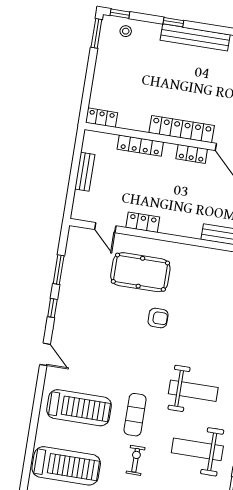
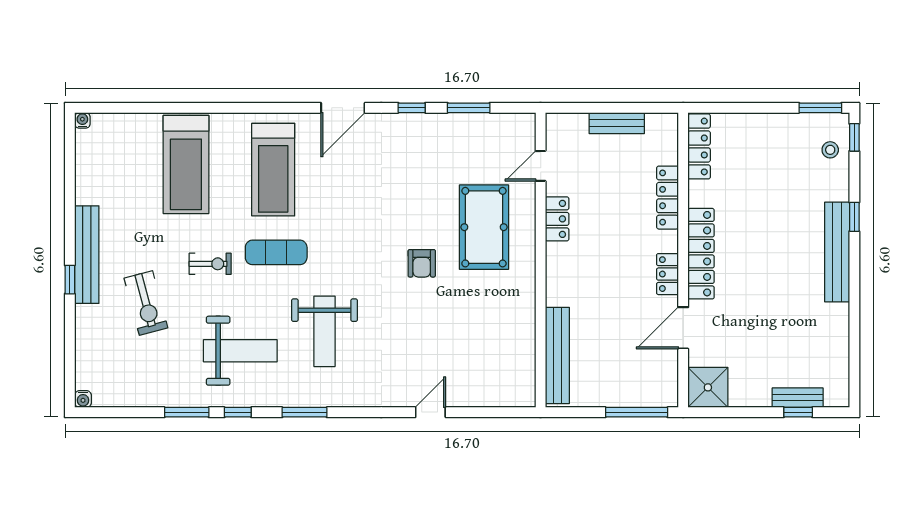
locker: (101, 118) -> (699, 146), width x1.53
door: (45, 354) -> (343, 108), width x1.38
weight bench: (197, 449) -> (240, 351), turned 90

